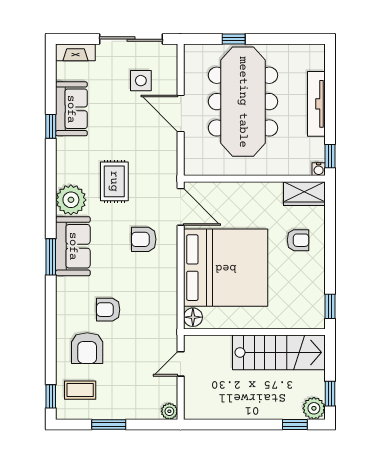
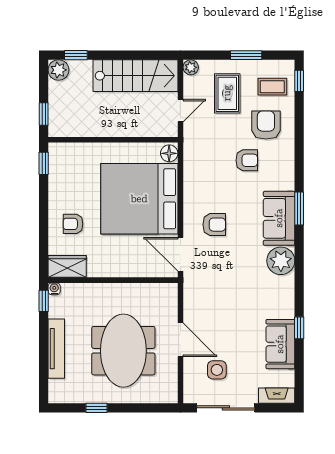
window: (234, 39) -> (97, 408), moved
meeting table: (243, 102) -> (123, 351), width x0.73
rug: (114, 181) -> (227, 93), moved
stairs: (279, 352) -> (135, 76), moved, turned 180
window: (330, 394) -> (44, 114), moved

